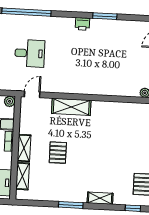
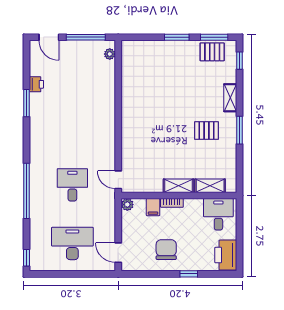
printer: (82, 24) -> (36, 84), moved
shelving: (71, 107) -> (130, 135), removed
pallet: (58, 153) -> (206, 131), moved

